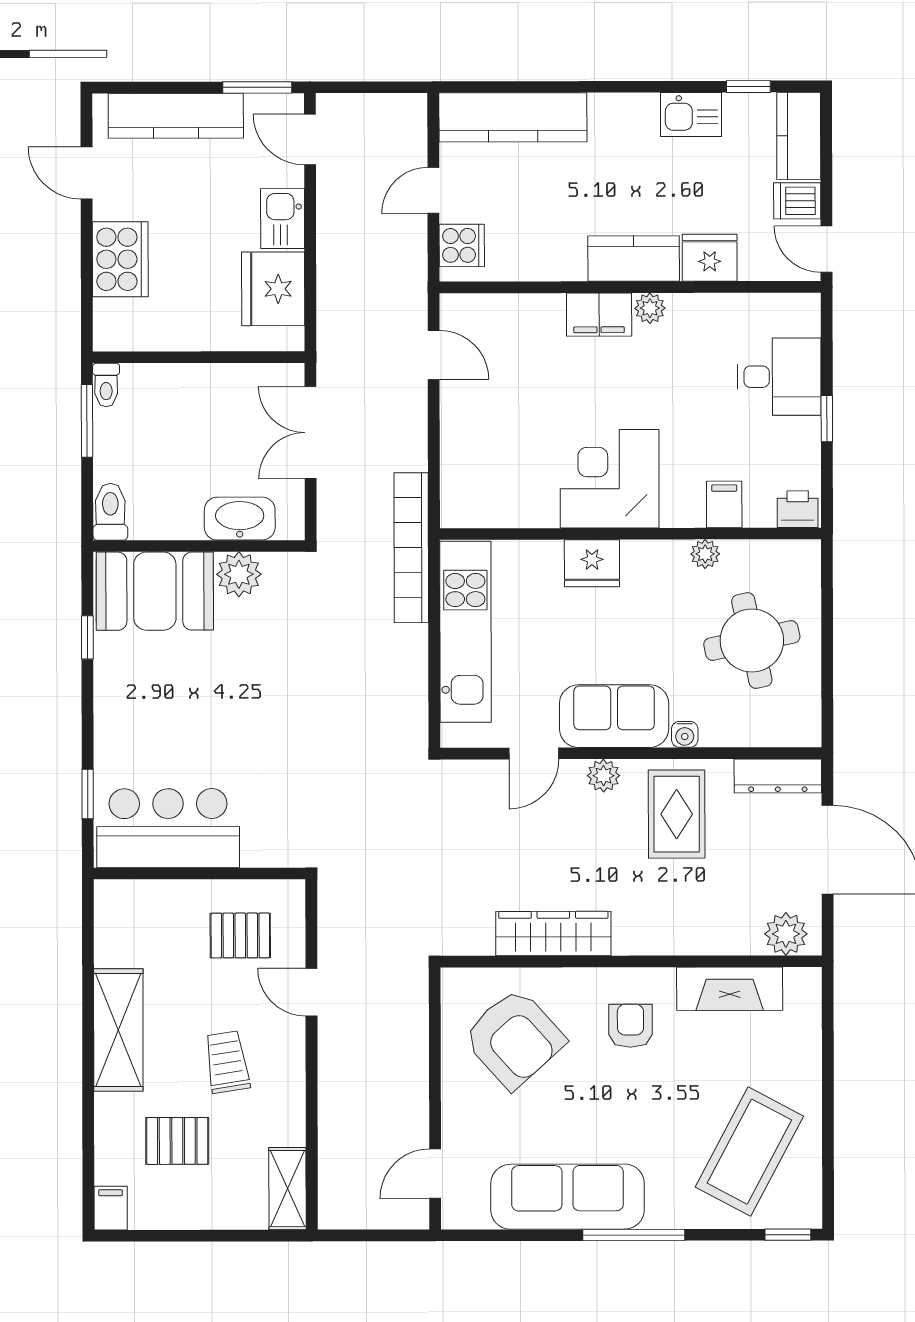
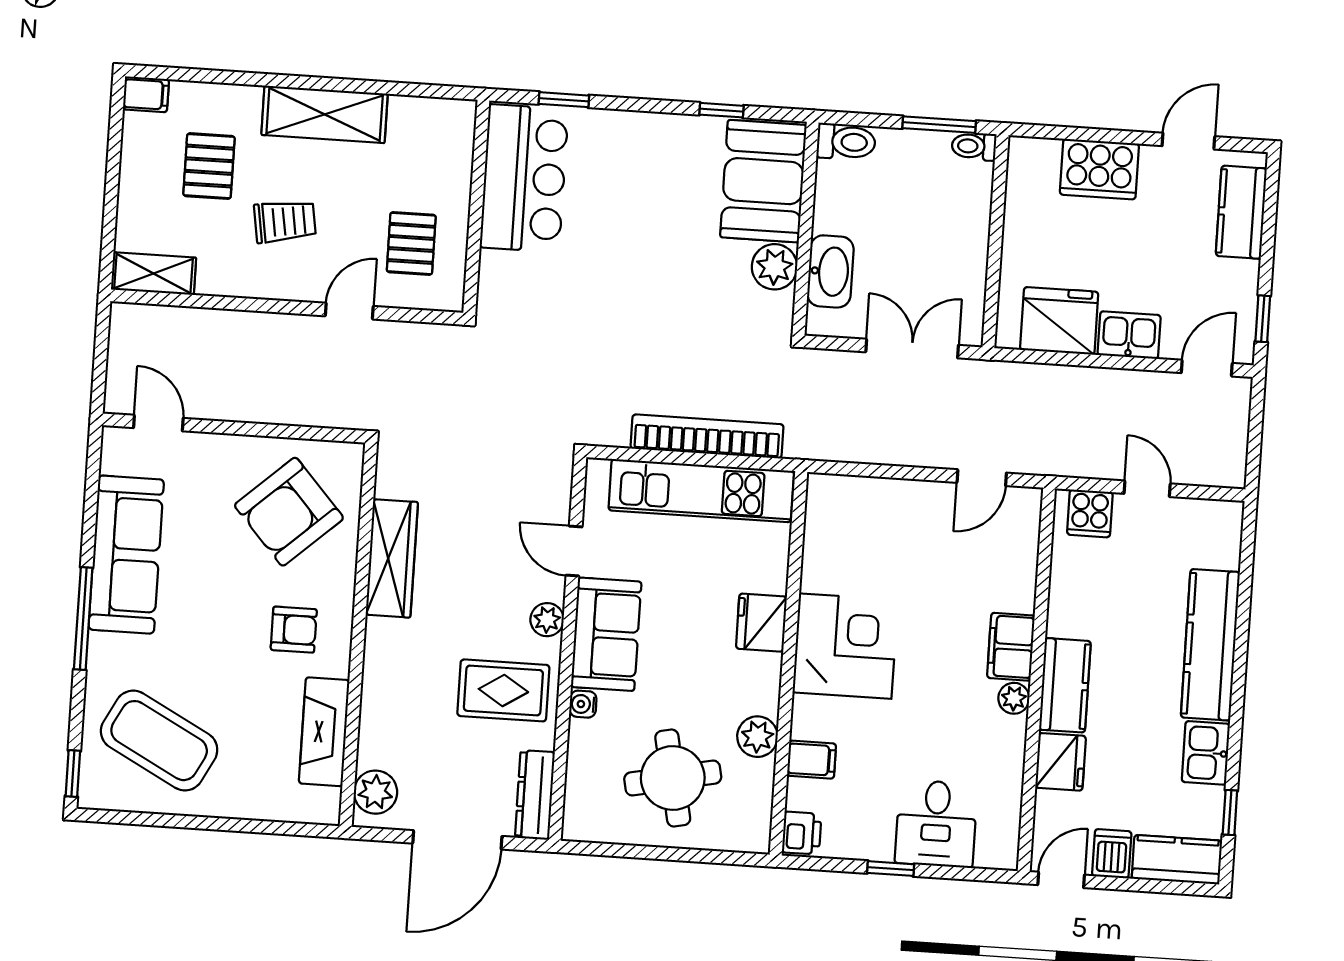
window: (257, 87) -> (1263, 319), width x0.67
kitchen counter: (176, 116) -> (1241, 212), width x0.67
kitchen counter: (513, 117) -> (1210, 645), moved
bookcase: (411, 548) -> (707, 436), moved
plant: (705, 554) -> (757, 737), width x1.38, depth x1.38

